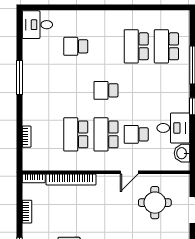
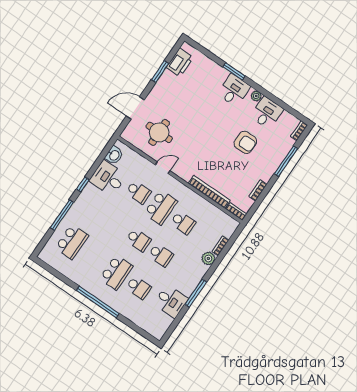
window: (104, 7) -> (98, 302), added
desk: (37, 25) -> (171, 301), moved
school desk: (136, 46) -> (116, 272), moved
school desk: (76, 90) -> (161, 255), added
plant: (30, 117) -> (208, 258), added
school desk: (76, 134) -> (183, 223), width x0.54

